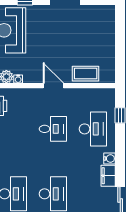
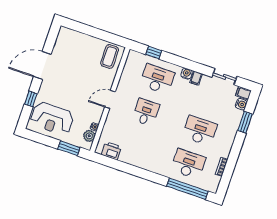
coffee table: (86, 74) -> (110, 56), moved
filing cabinet: (108, 176) -> (196, 78), width x0.50

